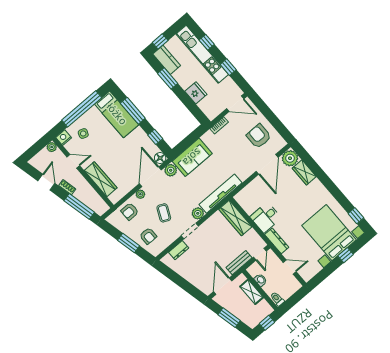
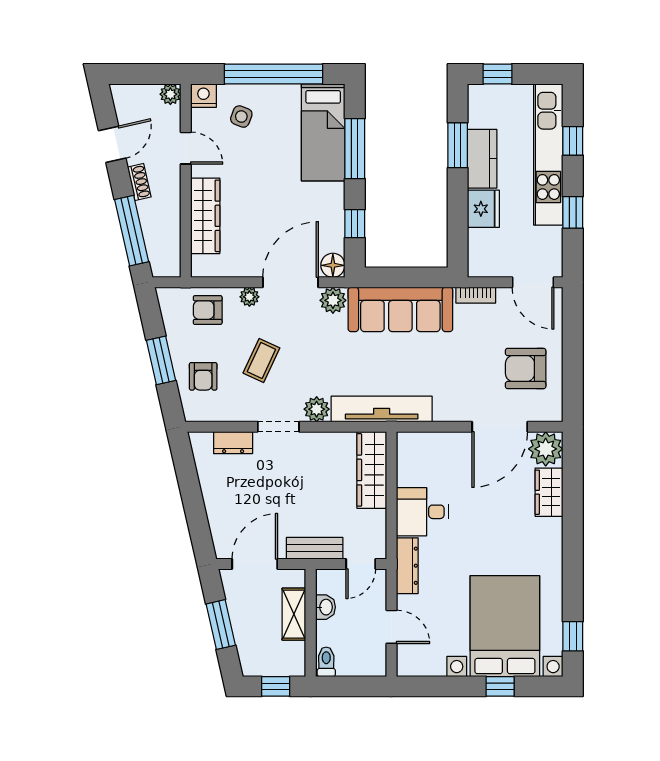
kitchen counter: (167, 60) -> (482, 159), moved
armchair: (259, 136) -> (526, 369), turned -90
sofa: (192, 157) -> (400, 309), width x1.36

